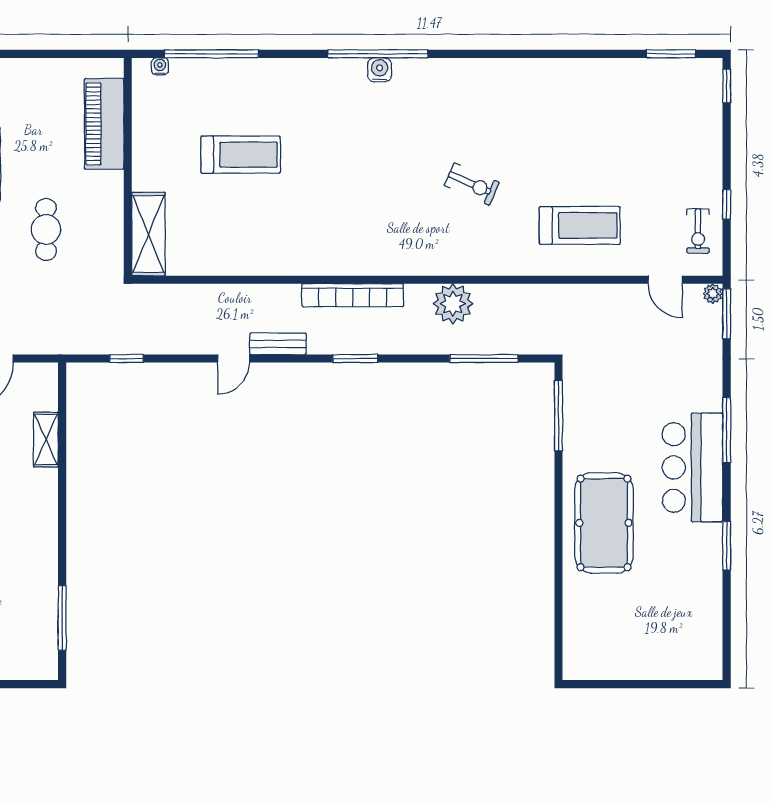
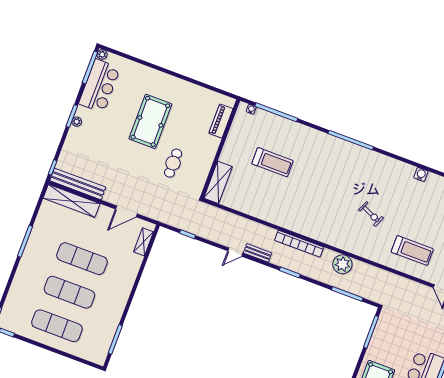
water cooler: (380, 70) -> (421, 174), moved
piano: (104, 124) -> (221, 121), width x0.73, depth x0.75
shelving: (46, 440) -> (144, 242), moved

